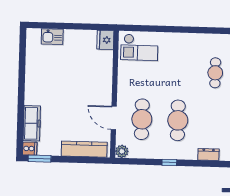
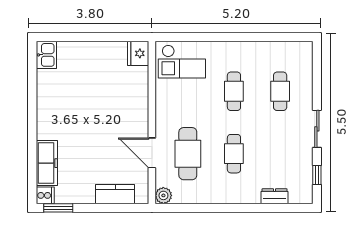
kitchen sink: (52, 37) -> (46, 55), moved, turned -90
cafe table: (179, 72) -> (234, 91), added
cafe table: (178, 120) -> (234, 154), width x0.73, depth x0.74
kitchen counter: (84, 149) -> (115, 194), width x0.67
window: (169, 162) -> (225, 208), removed

